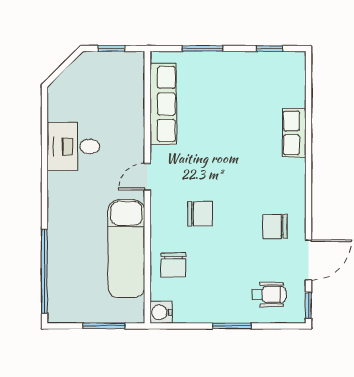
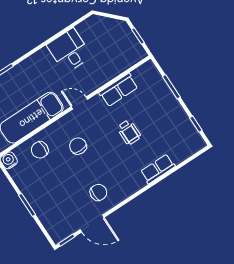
row of seats: (163, 104) -> (119, 90), width x0.68
chair: (200, 214) -> (78, 146), turned 180
chair: (275, 226) -> (98, 192), turned 90
wheelchair: (269, 295) -> (129, 132), moved

